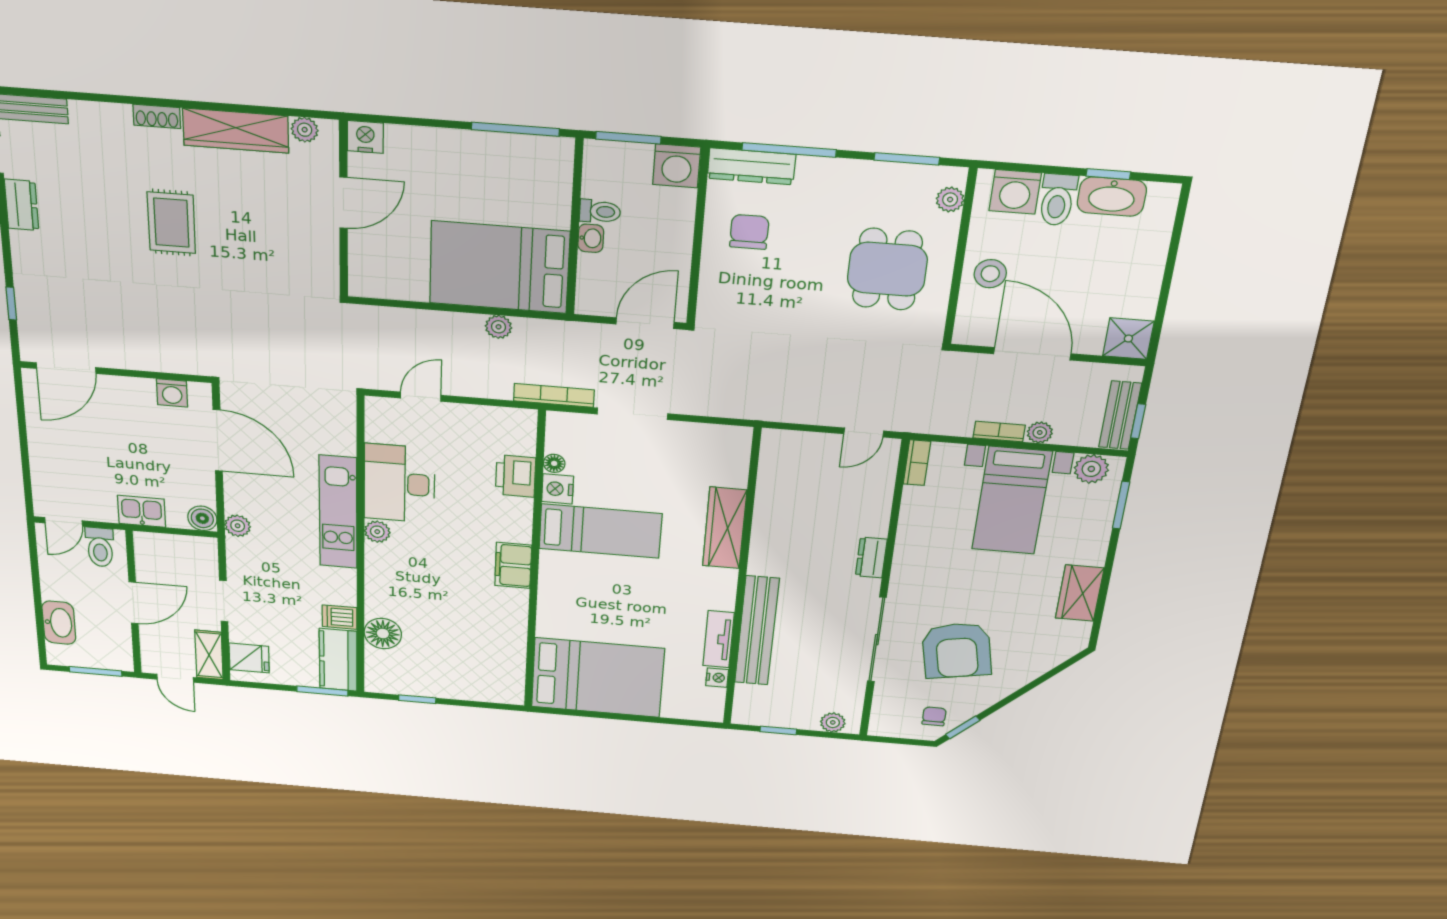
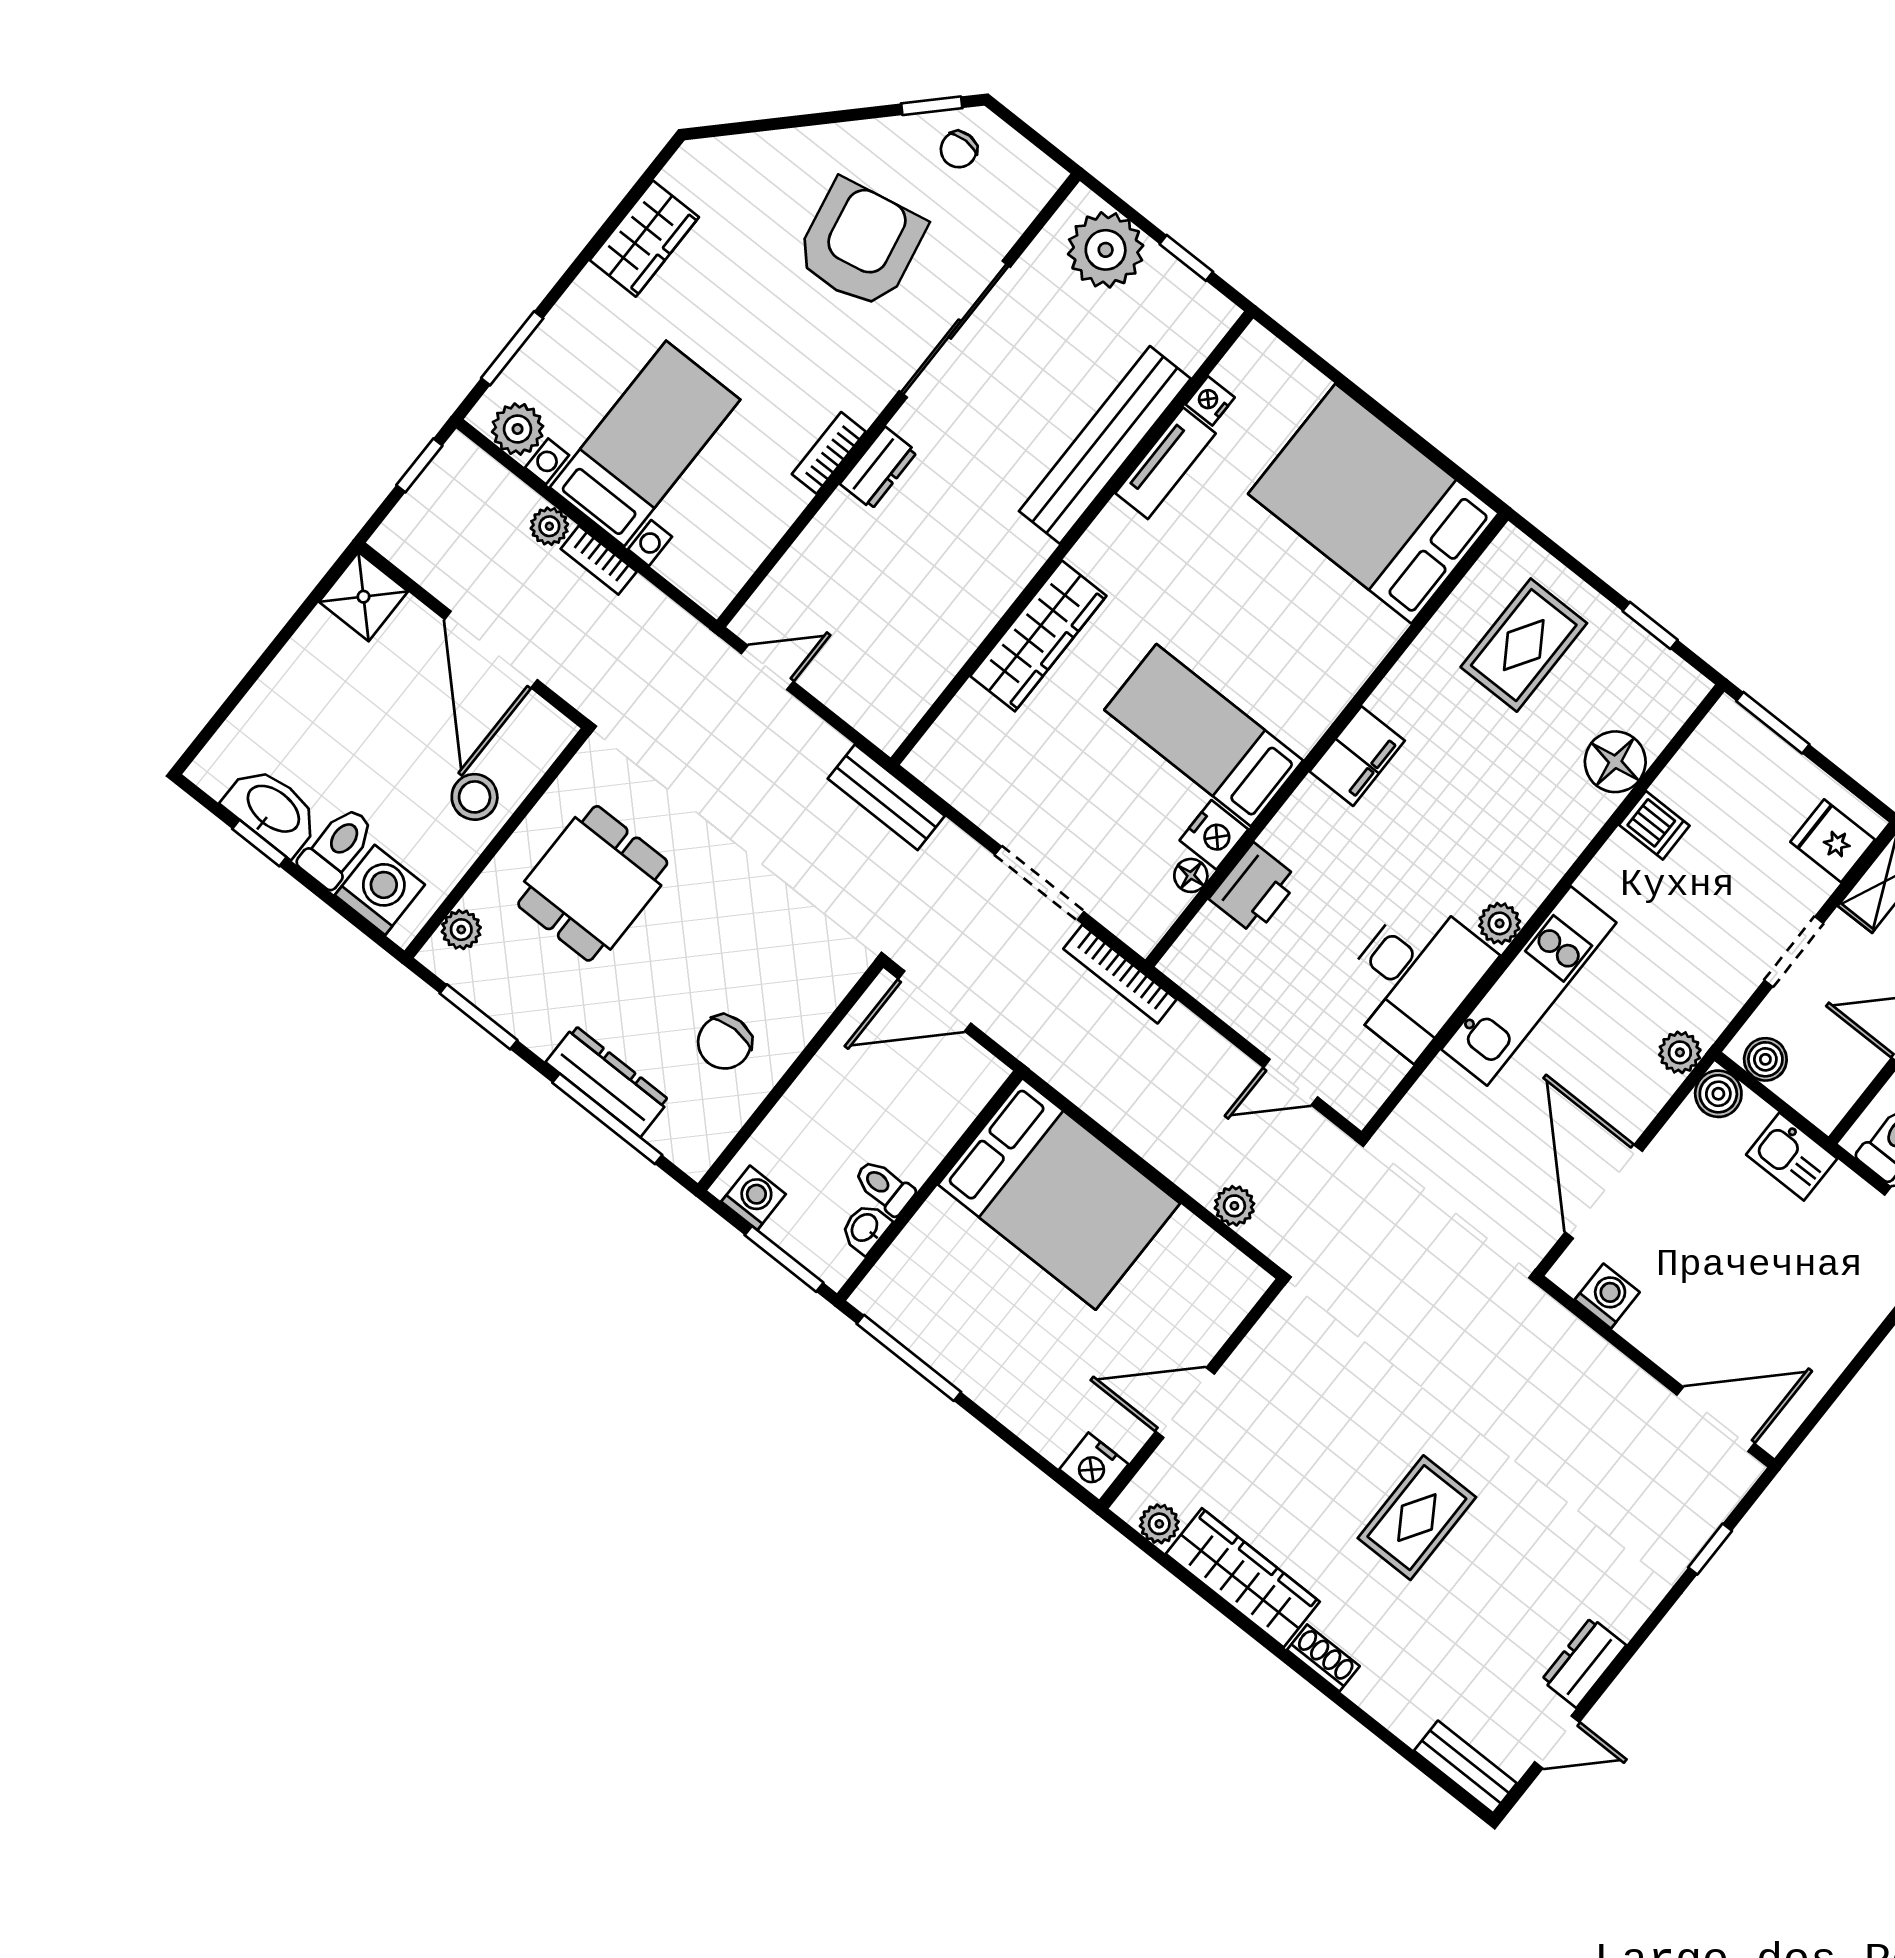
washing machine: (677, 166) -> (754, 1198), width x0.73, depth x0.73
dresser: (751, 166) -> (608, 1081), moved
washbasin: (591, 238) -> (865, 1228), moved
plant: (499, 327) -> (1234, 1206), moved
bench: (1120, 415) -> (886, 797), moved, turned 90
bookcase: (917, 463) -> (829, 453), moved
boiler: (194, 547) -> (1765, 1059), added
rug: (471, 658) -> (1524, 645), added
kitchen counter: (338, 660) -> (1710, 759), removed
plant: (833, 722) -> (1106, 250), width x1.88, depth x1.88

